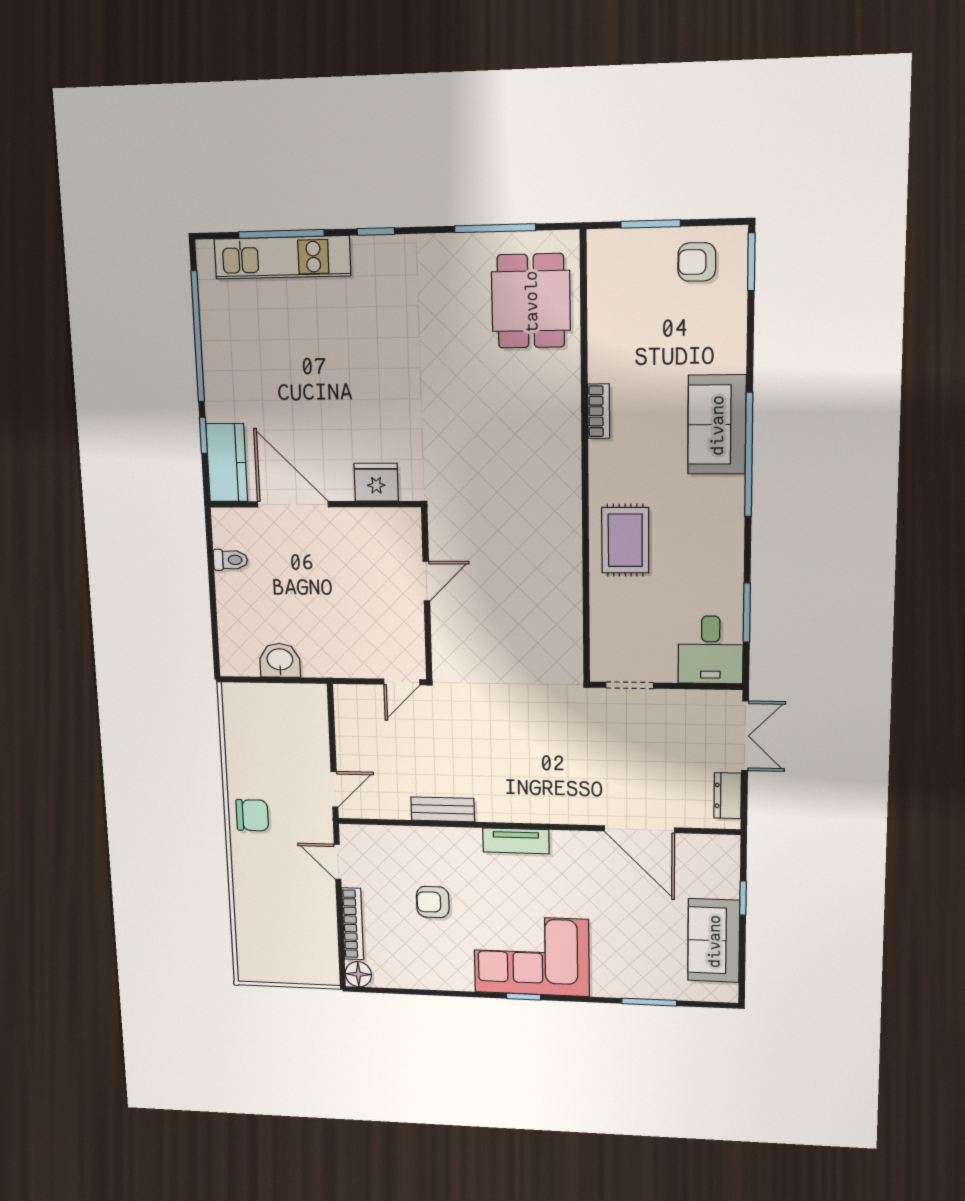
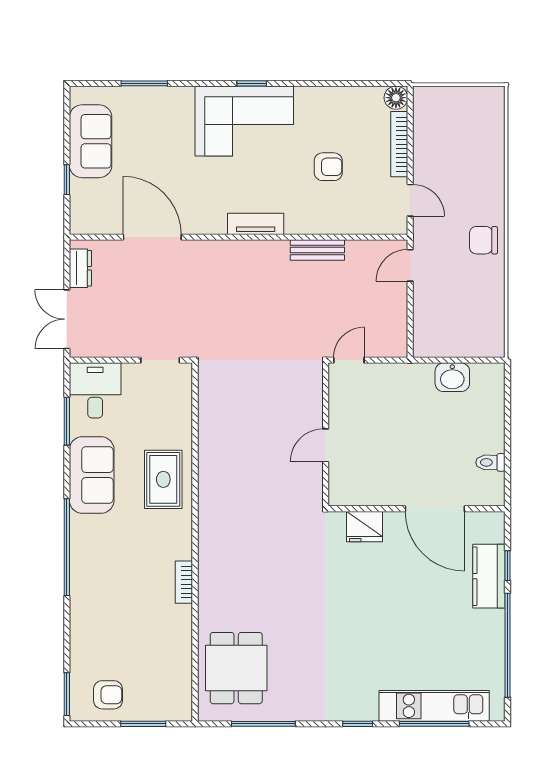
sofa: (717, 425) -> (92, 475), moved
kitchen counter: (227, 463) -> (489, 576), moved

